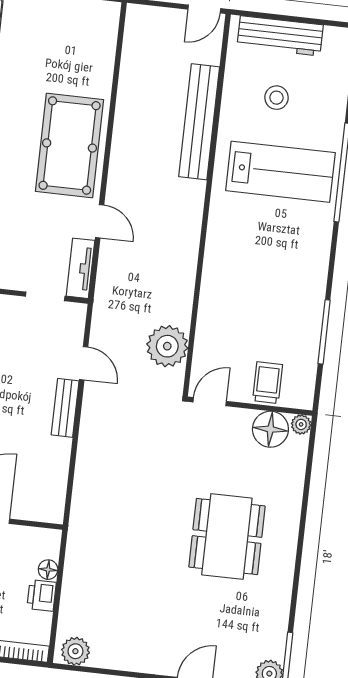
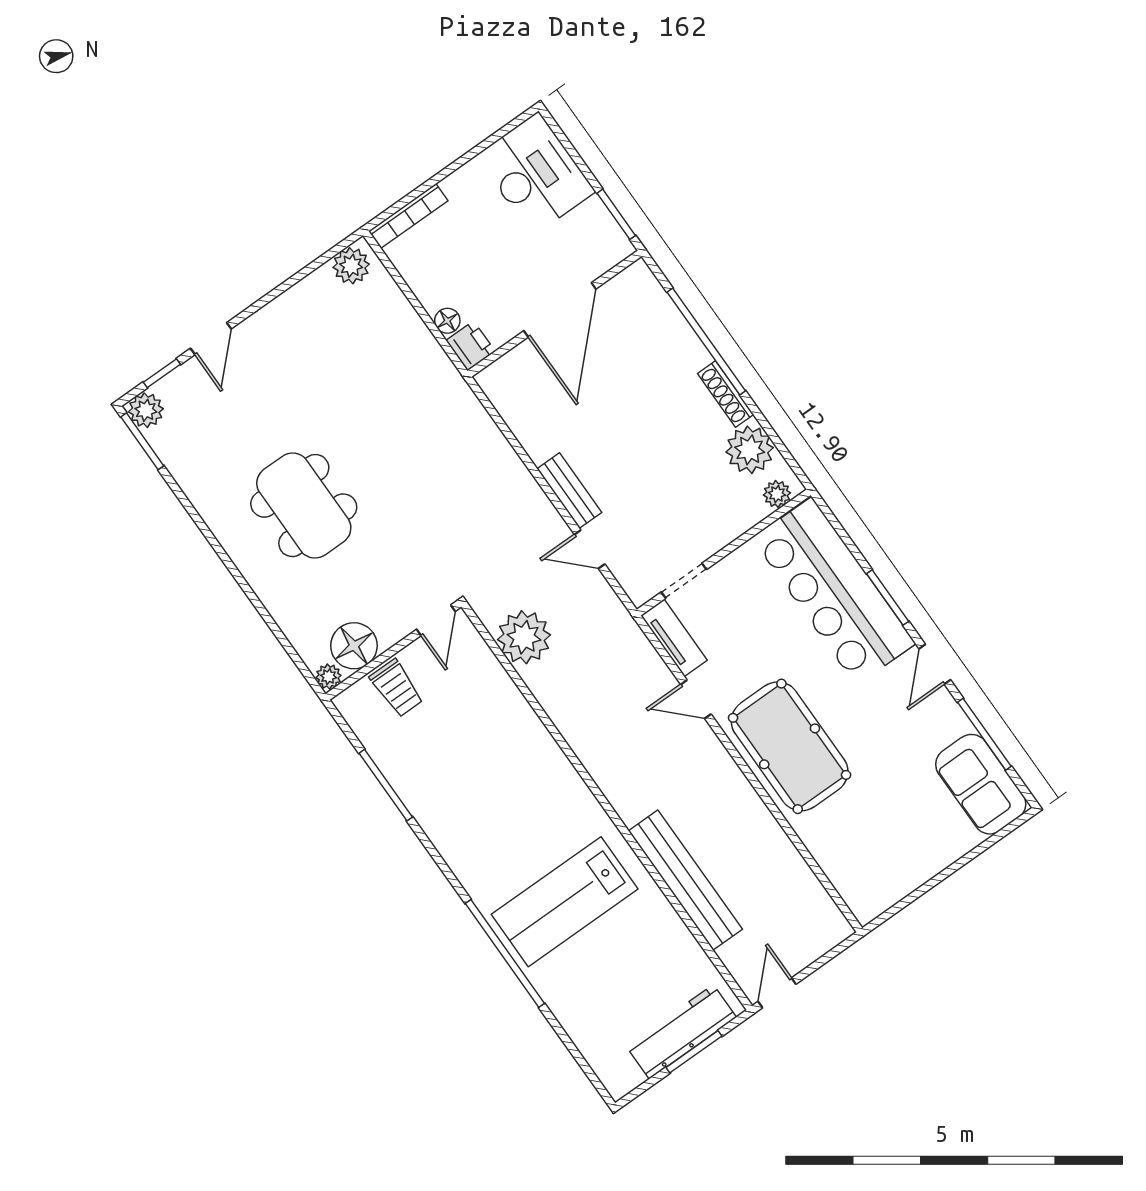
window: (283, 18) -> (694, 1052), added
stool: (277, 98) -> (632, 969), removed
printer: (42, 595) -> (471, 346), moved

